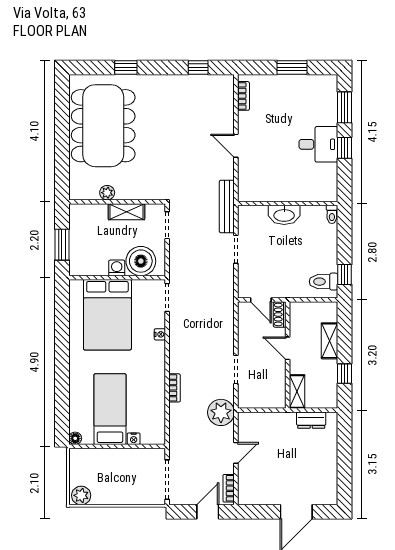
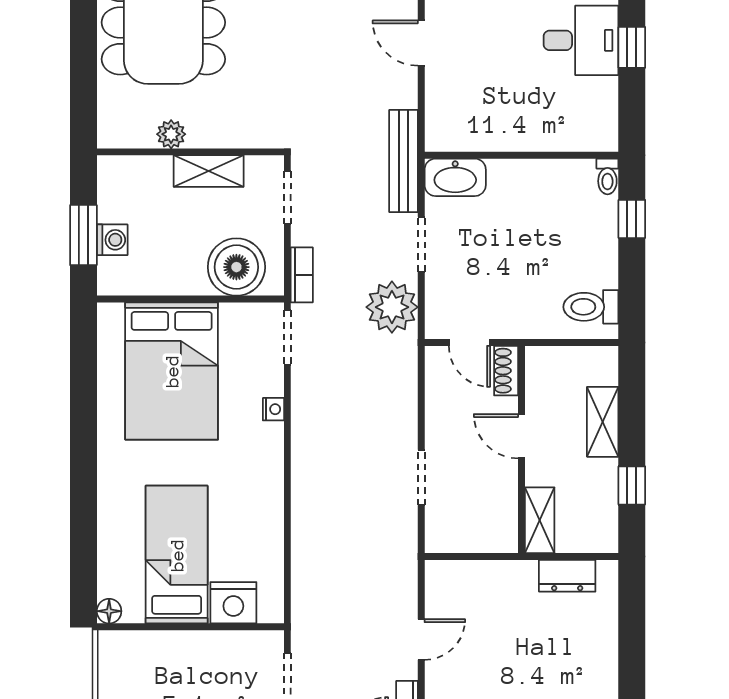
washbasin: (284, 215) -> (455, 177), moved
washing machine: (117, 268) -> (112, 240), moved, turned 90
window: (344, 275) -> (632, 219), moved
bookcase: (174, 388) -> (302, 275), moved
plant: (221, 412) -> (392, 307), moved
nightstand: (134, 439) -> (233, 603), width x1.89, depth x1.79

